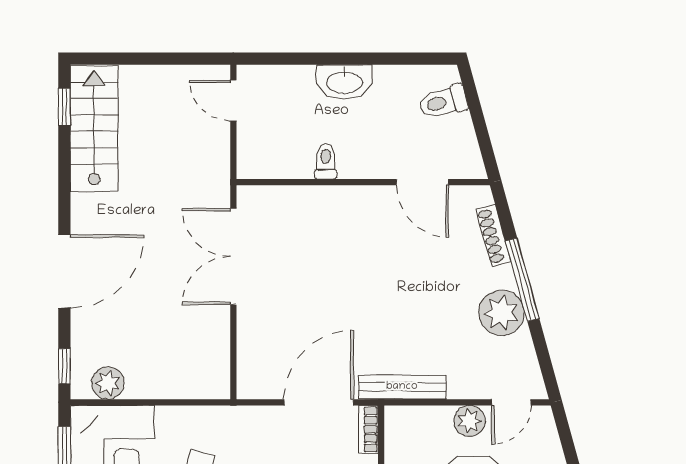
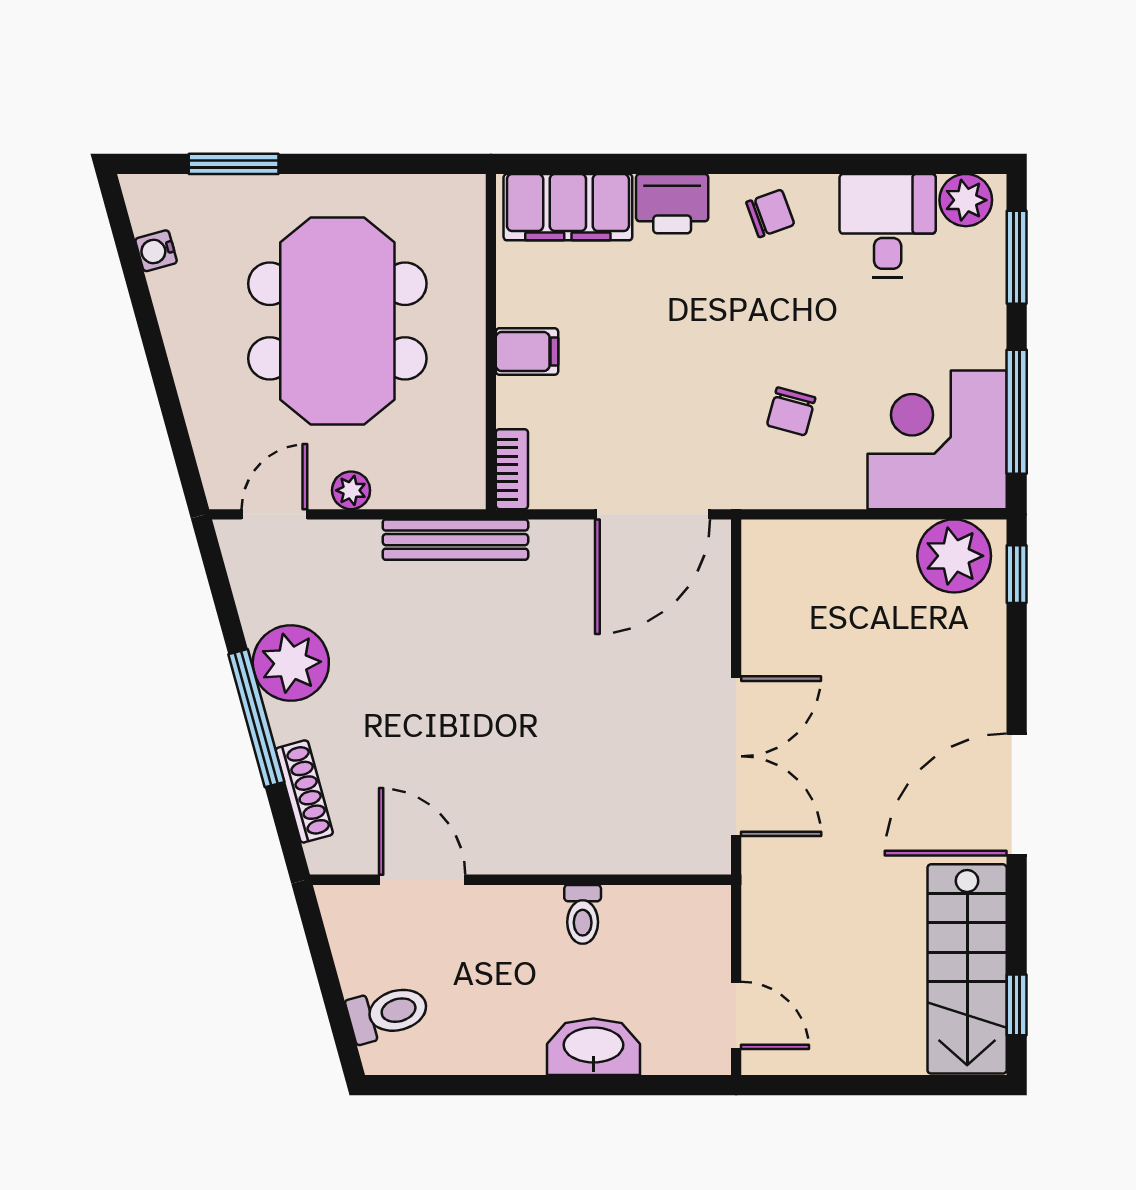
washbasin: (344, 82) -> (593, 1047), moved
door: (64, 271) -> (1017, 795), moved
plant: (108, 383) -> (954, 556), width x1.36, depth x1.36
door: (319, 402) -> (653, 514), moved
plant: (469, 421) -> (351, 490), width x0.73, depth x0.73

